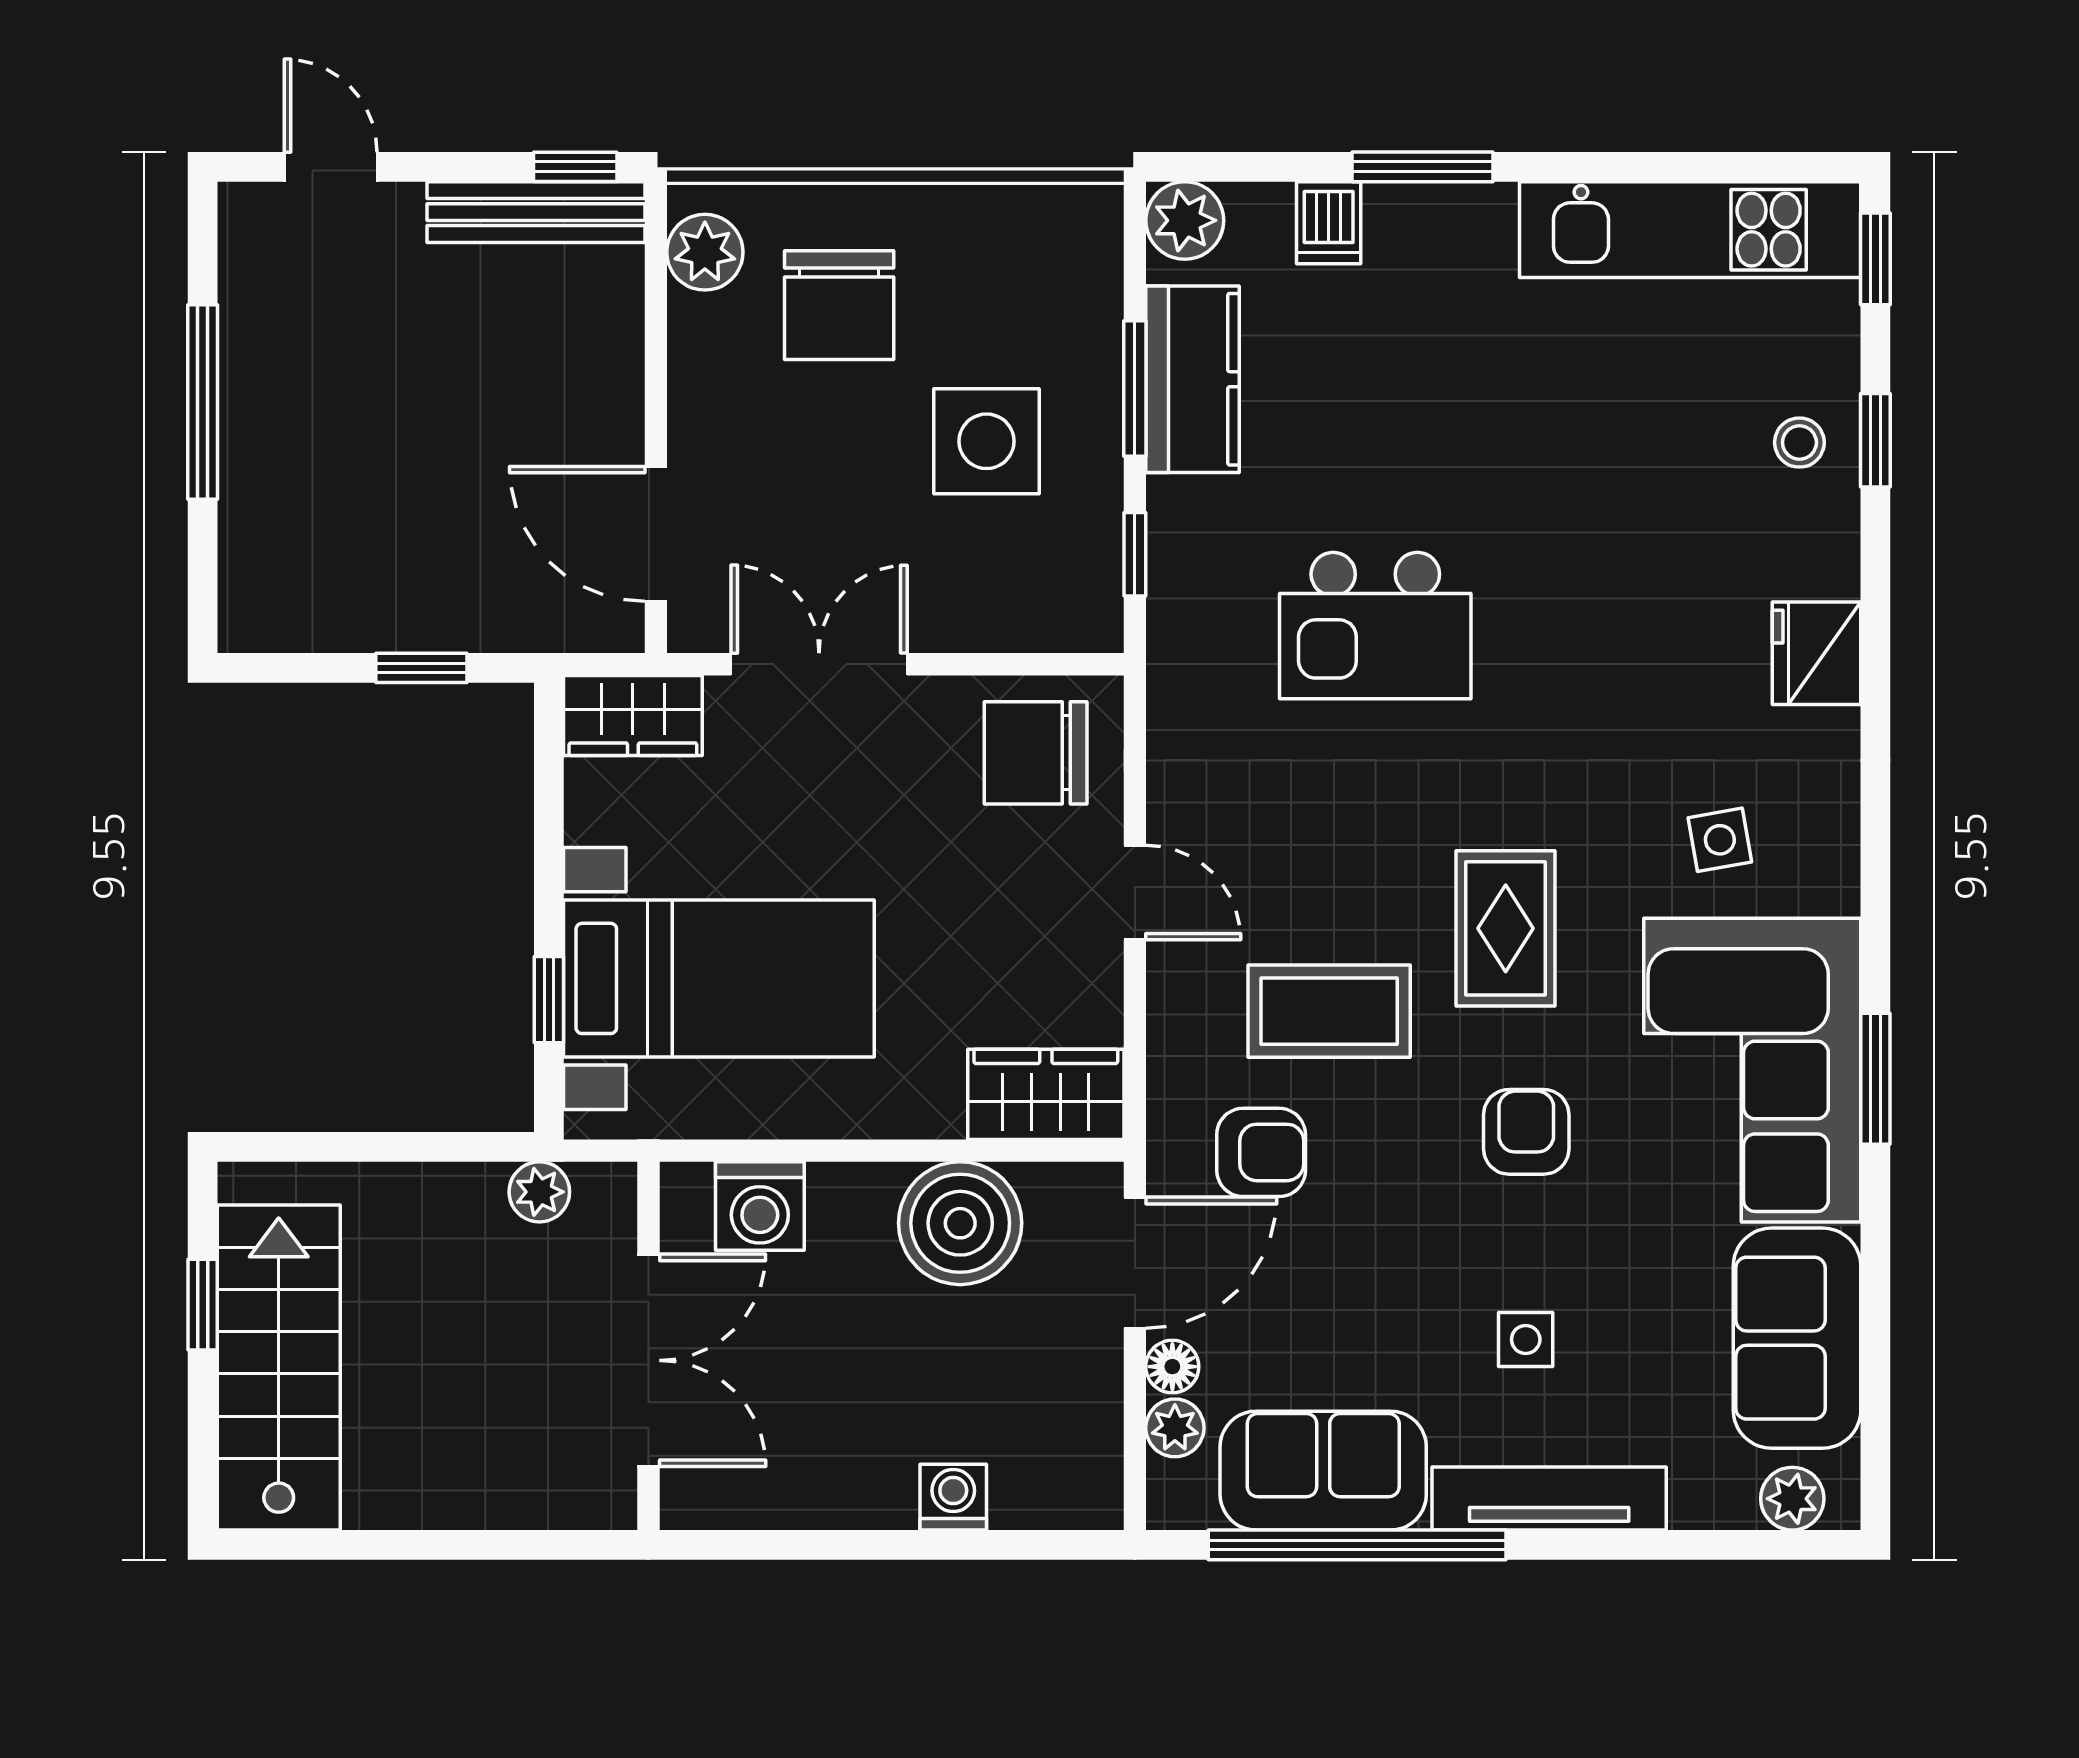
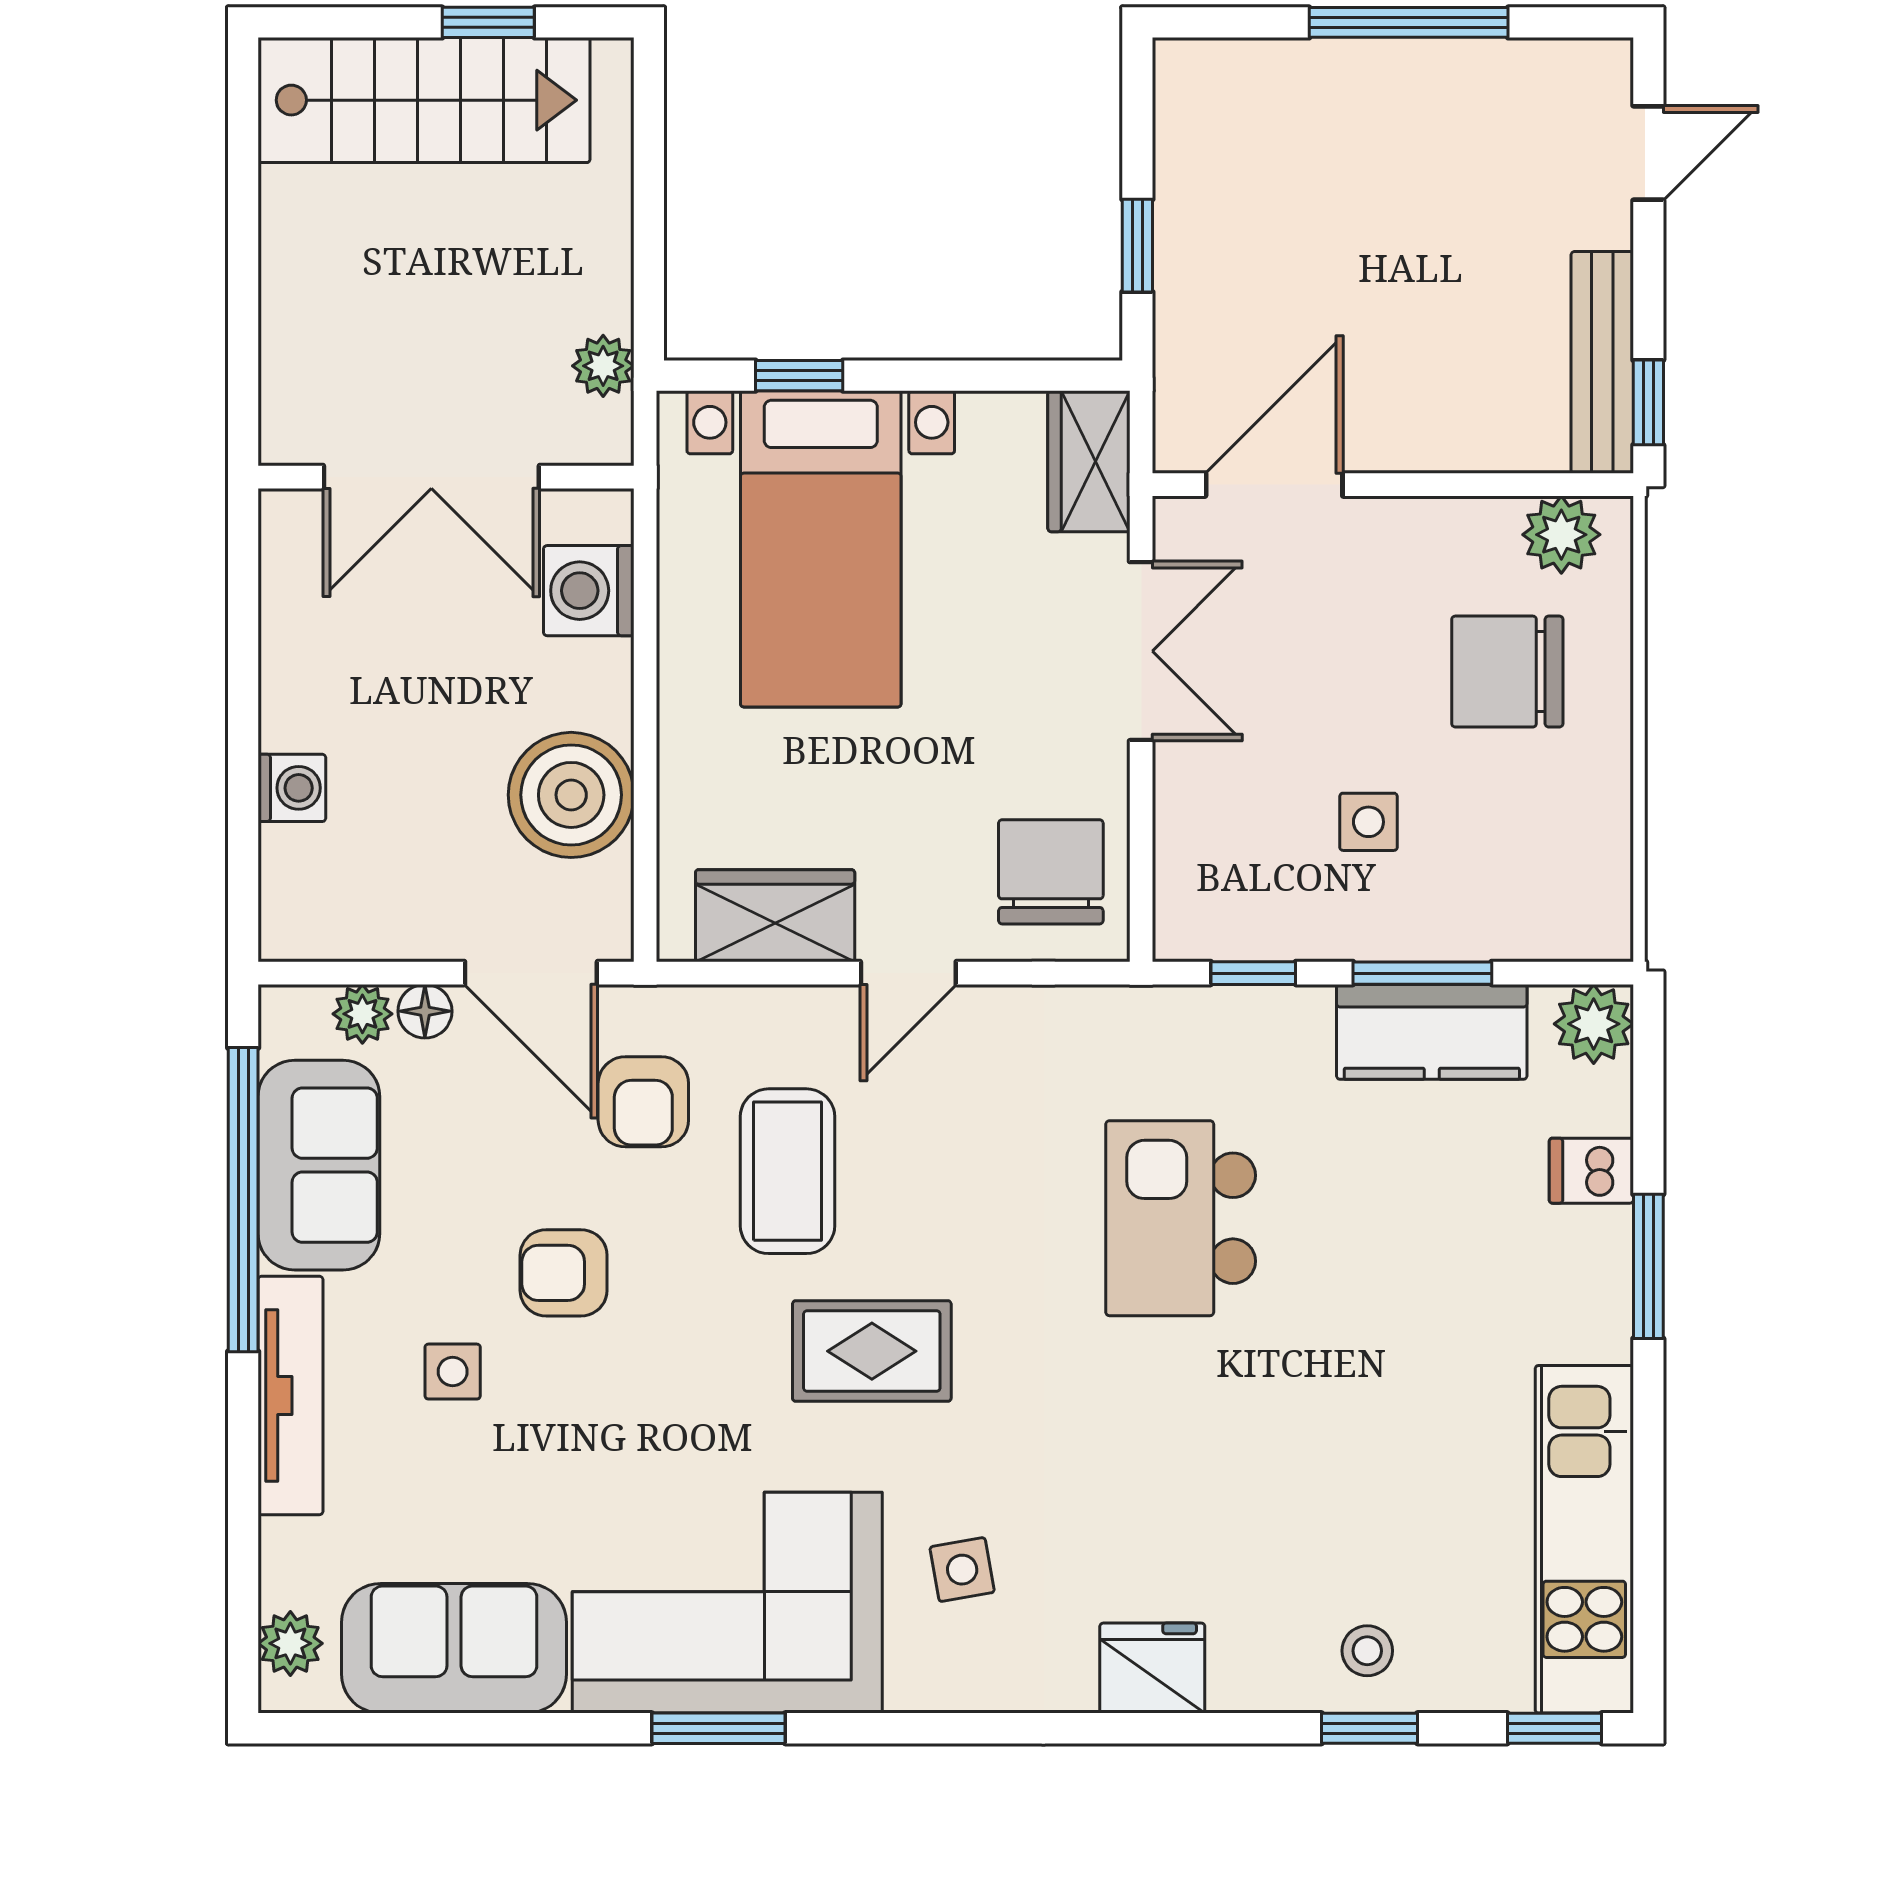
side table: (987, 441) -> (1368, 822), width x0.54, depth x0.54
wardrobe: (1046, 1094) -> (775, 916), moved, turned -90
armchair: (1526, 1132) -> (564, 1273), moved, turned 180

